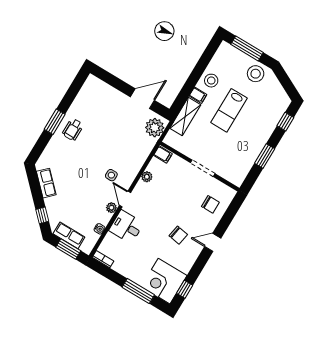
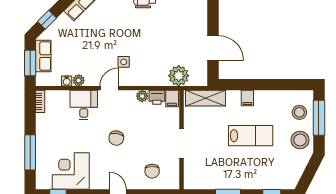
stool: (211, 81) -> (299, 112), moved
lab bench: (229, 110) -> (251, 136), turned 180
shelving: (185, 116) -> (206, 98), moved
plant: (155, 128) -> (179, 76), moved
printer: (155, 166) -> (157, 97), added
plant: (111, 208) -> (79, 80), moved
chair: (178, 235) -> (116, 138), moved
corner desk: (164, 281) -> (71, 171), moved

